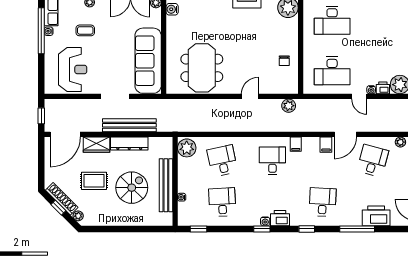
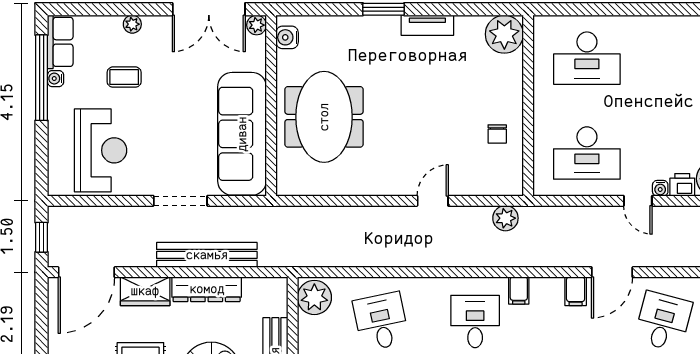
meeting table: (202, 68) -> (324, 117), moved

